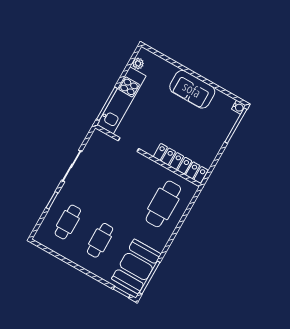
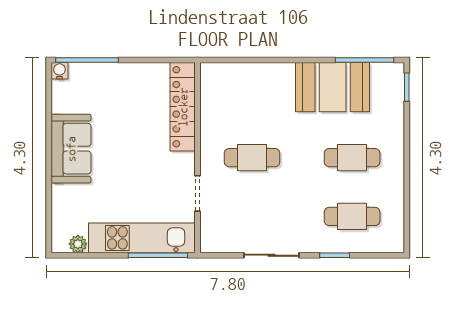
cafe table: (163, 204) -> (252, 158), moved, width x0.73, depth x0.74
booth: (136, 266) -> (333, 87), moved

